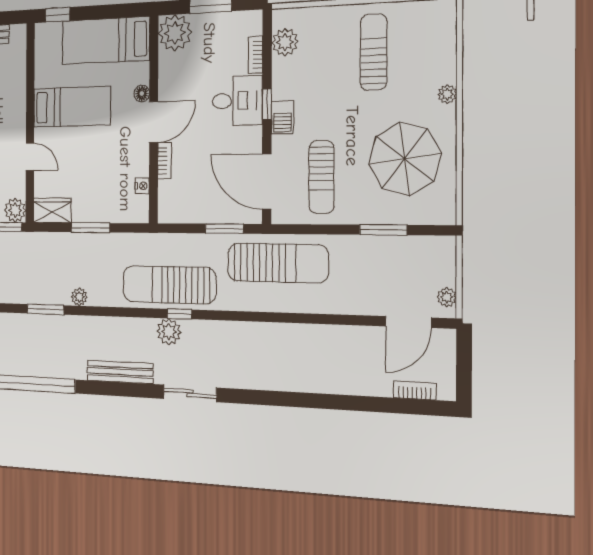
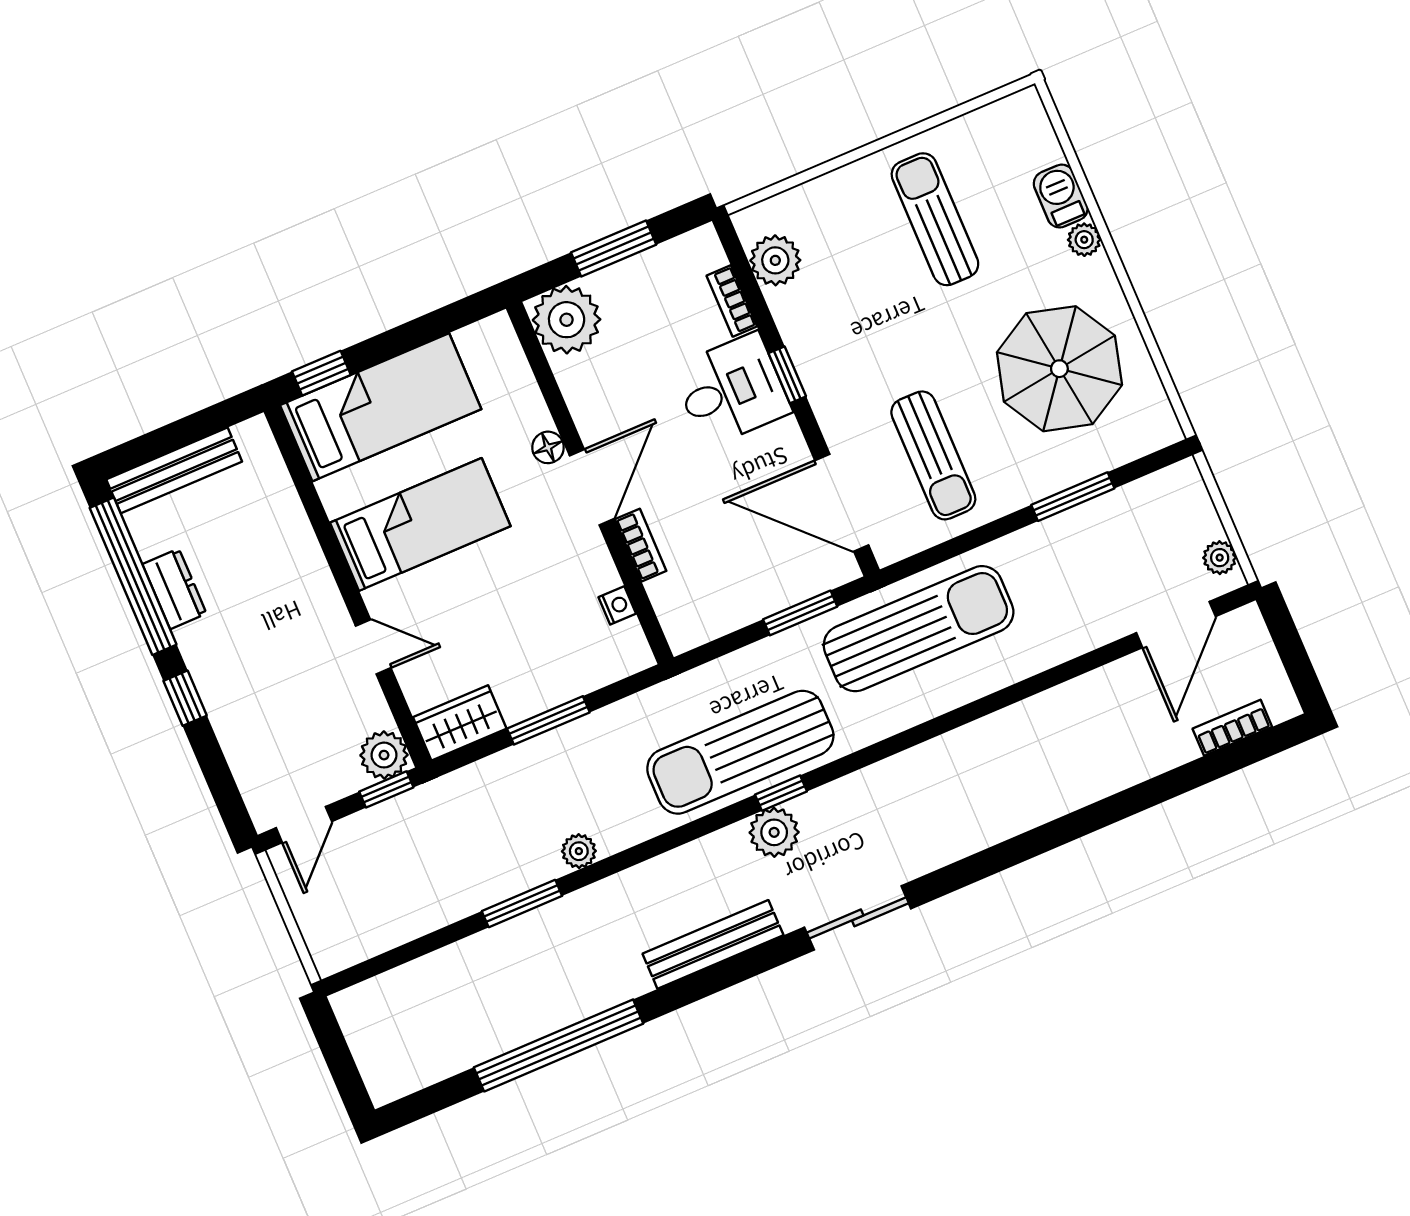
bed: (106, 41) -> (381, 407), moved, turned 180
barbecue: (283, 117) -> (1061, 196), moved, turned 180

